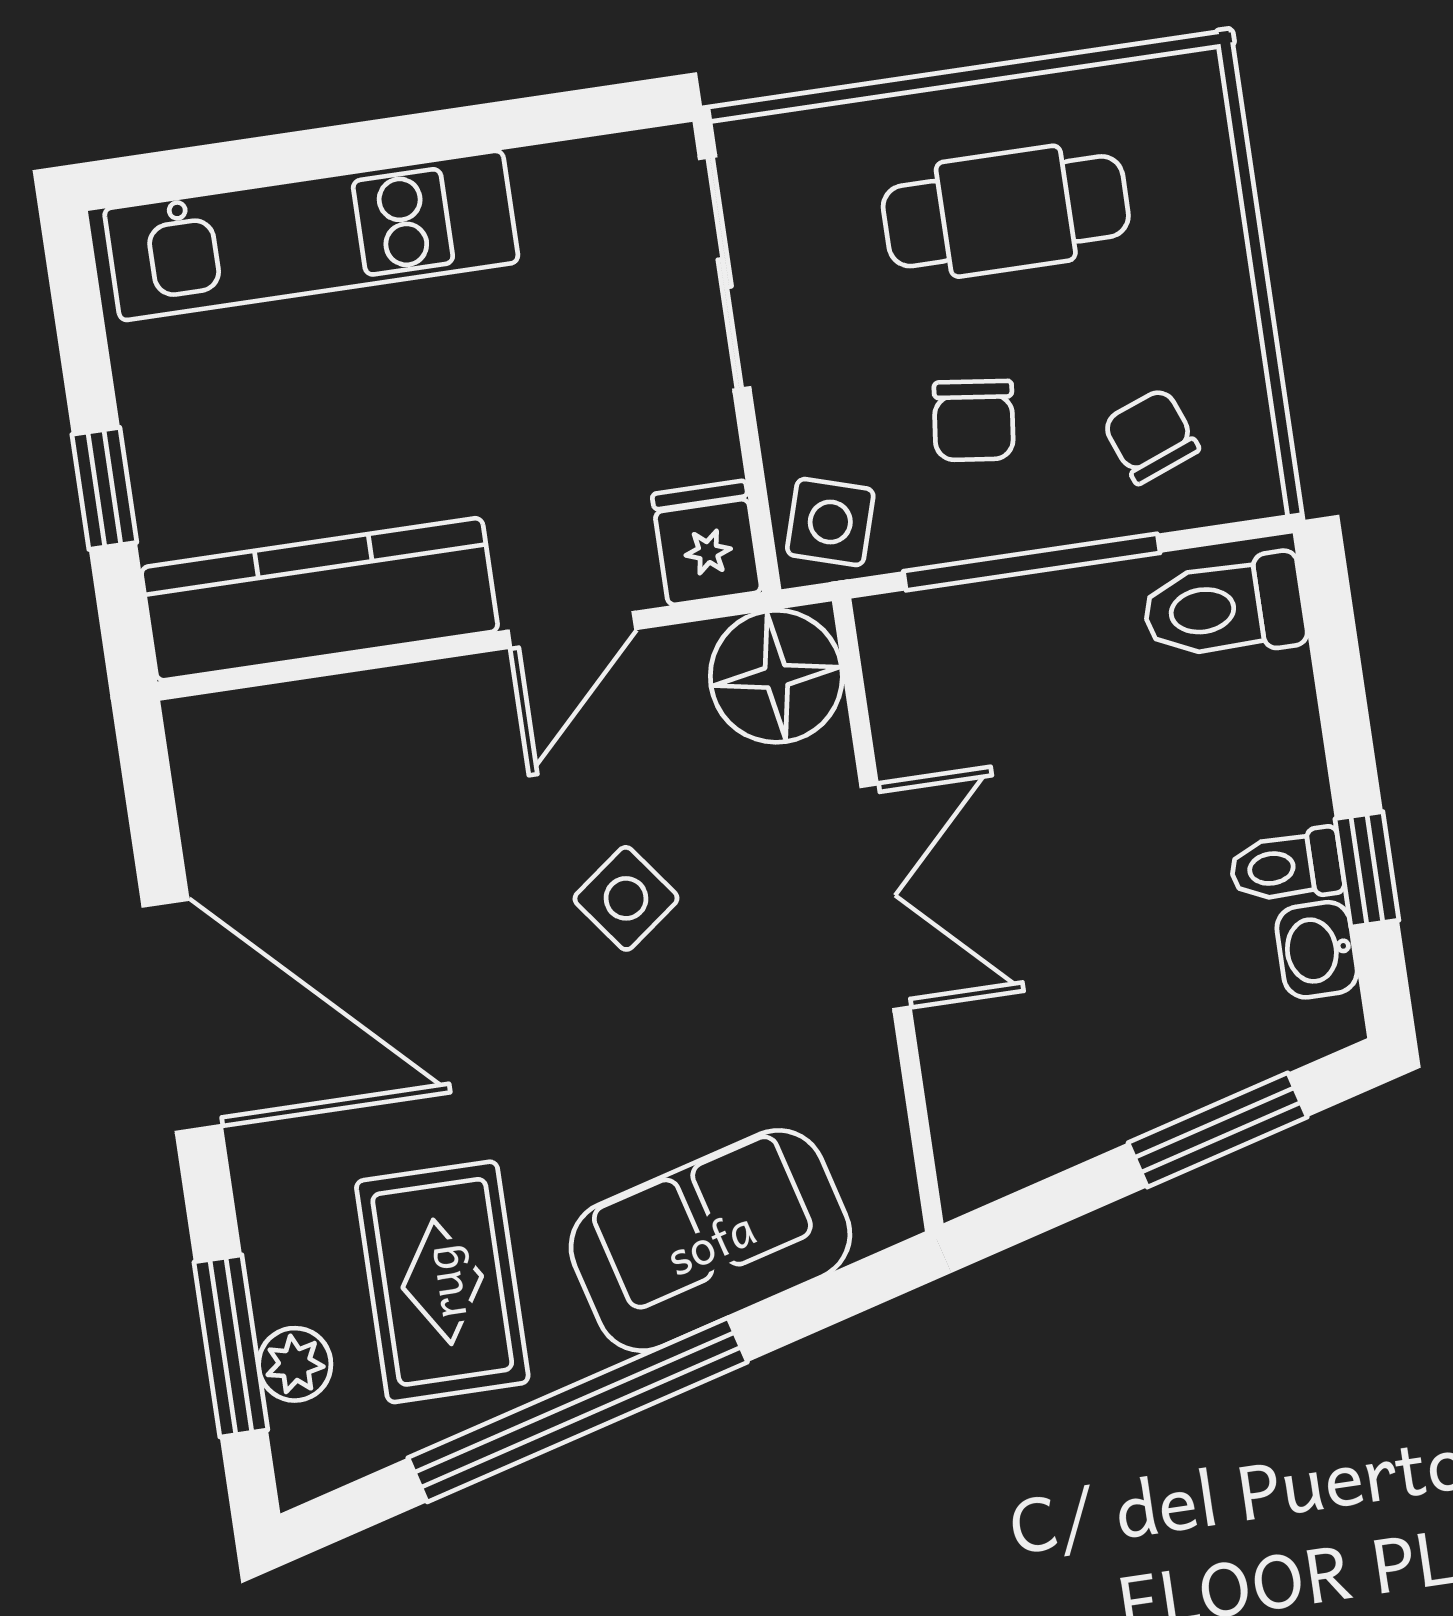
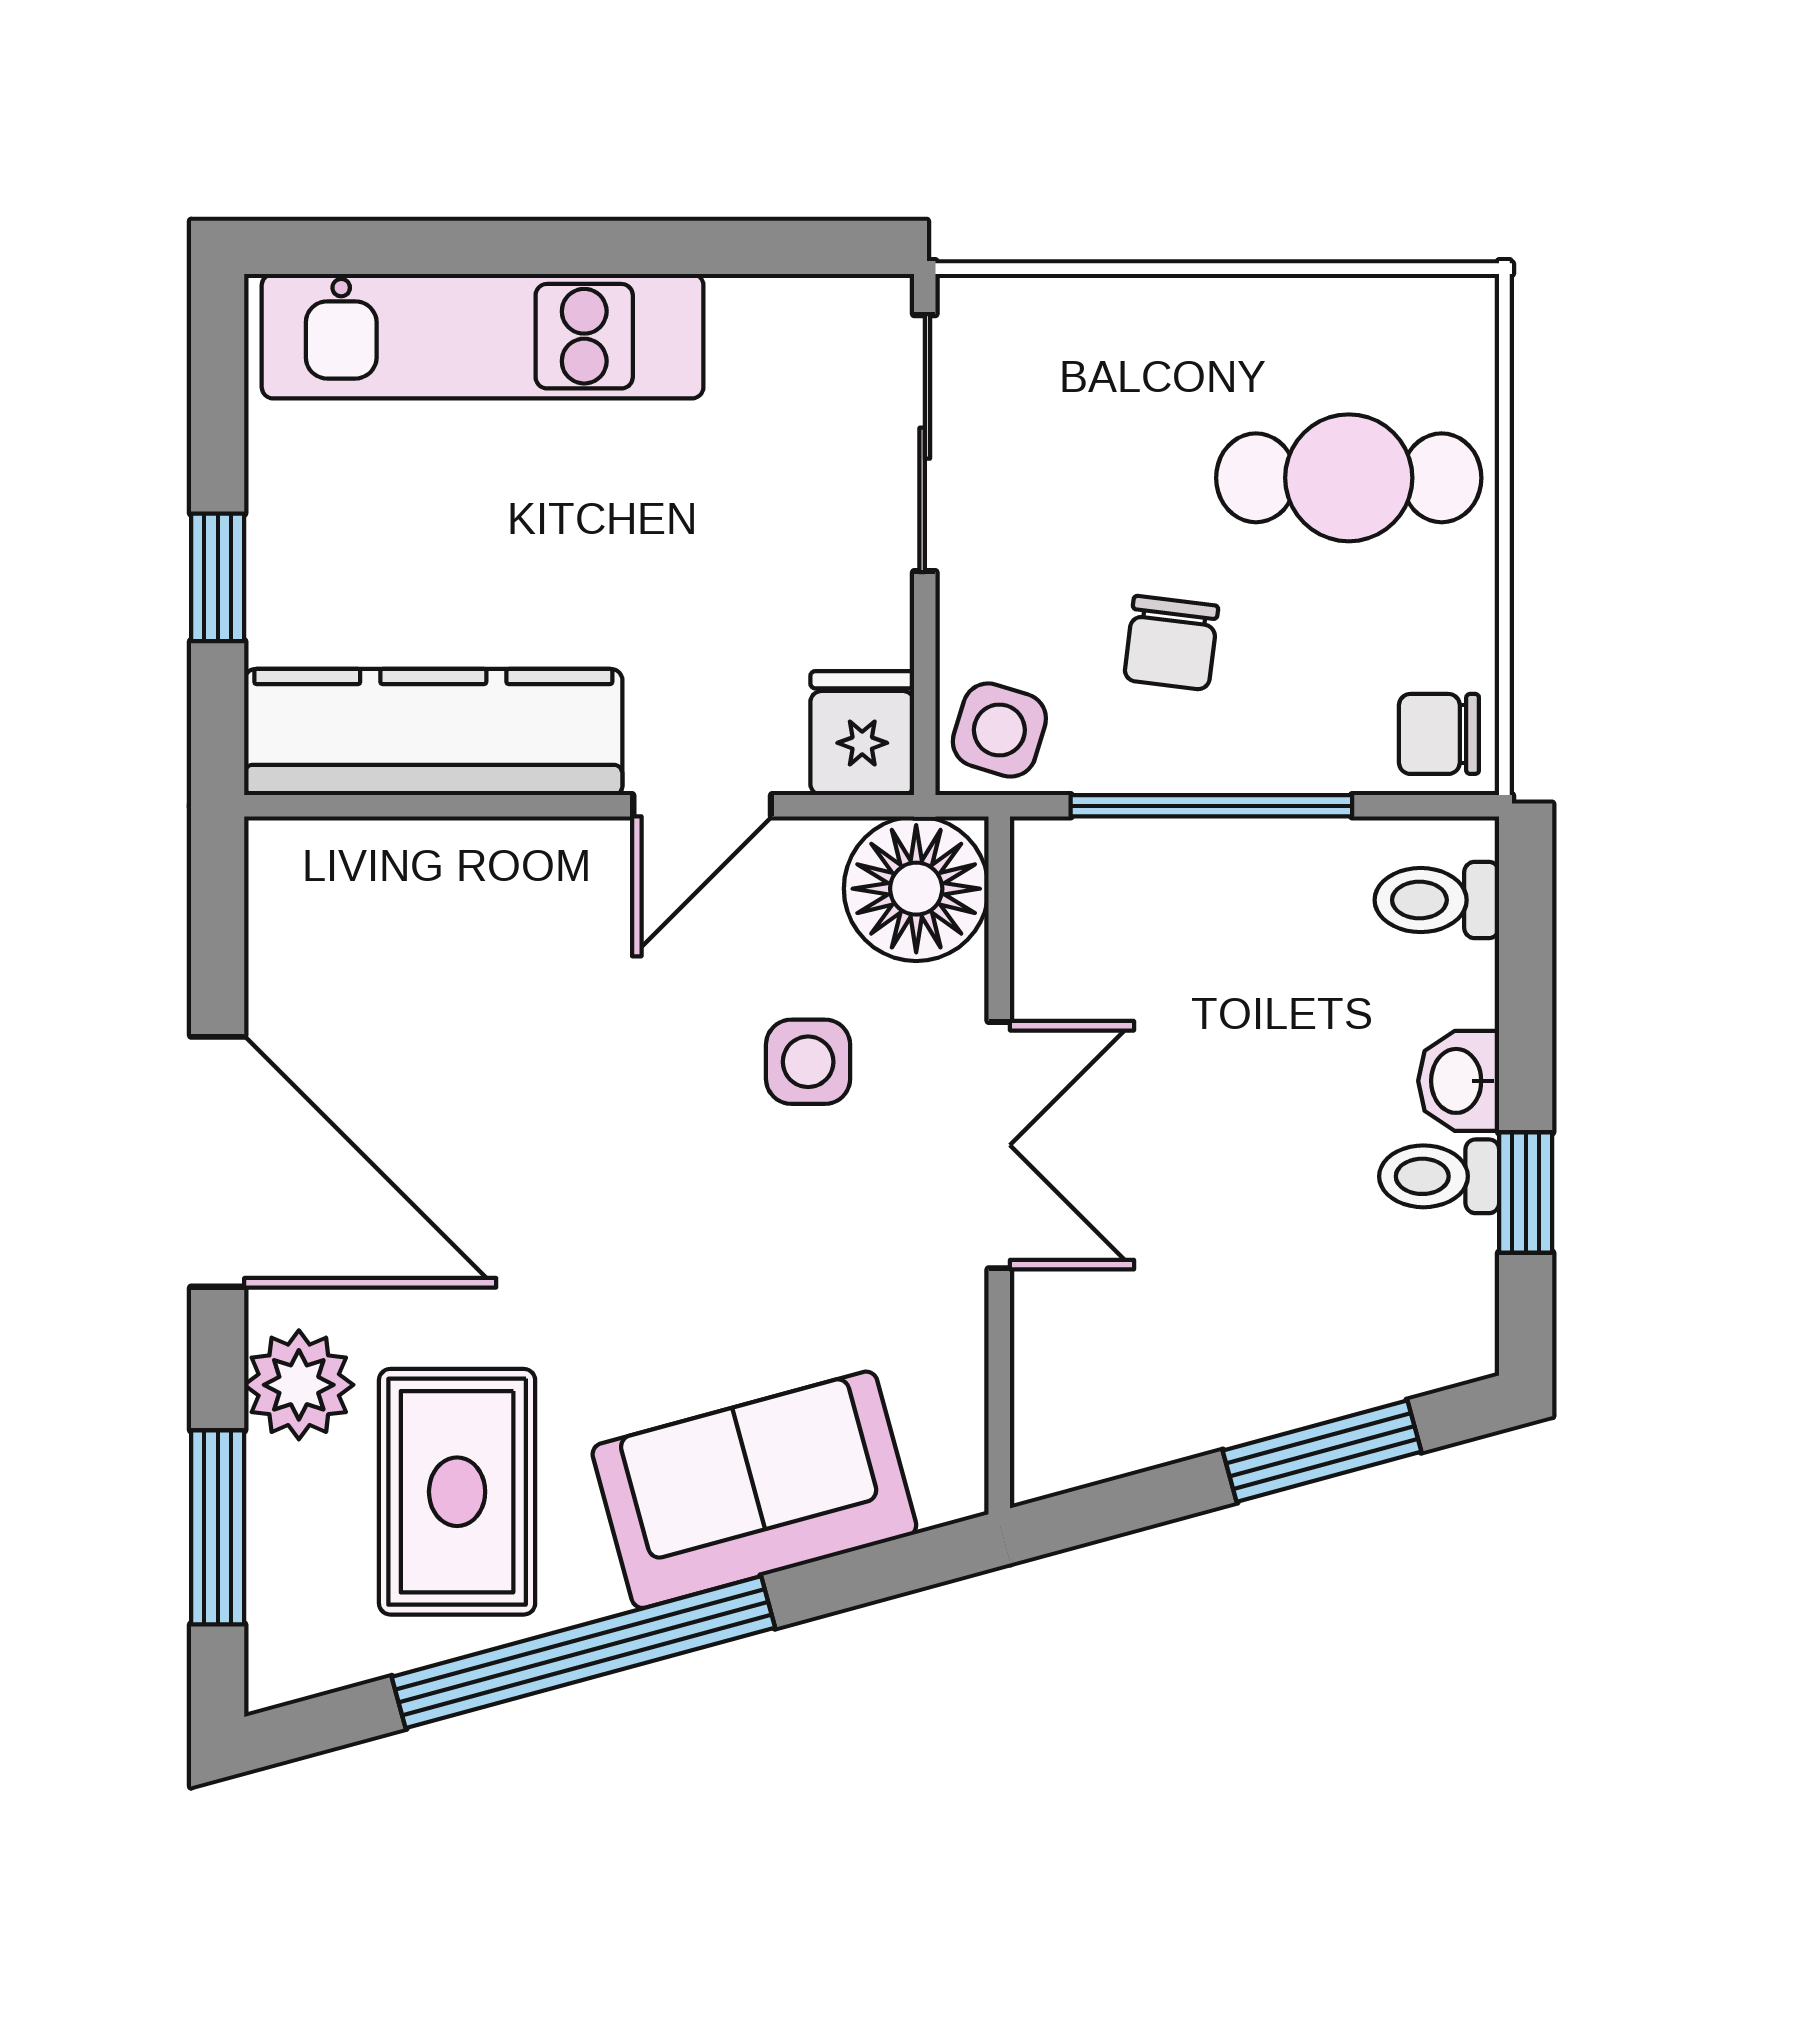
cafe table: (1006, 211) -> (1349, 478), moved
chair: (1151, 436) -> (1439, 734), moved, turned -69
toilet: (1224, 608) -> (1437, 900), width x0.73, depth x0.72
side table: (626, 898) -> (808, 1062), moved, turned 37
washbasin: (1317, 950) -> (1459, 1081), moved
plant: (295, 1364) -> (299, 1385), moved, width x1.38, depth x1.38

